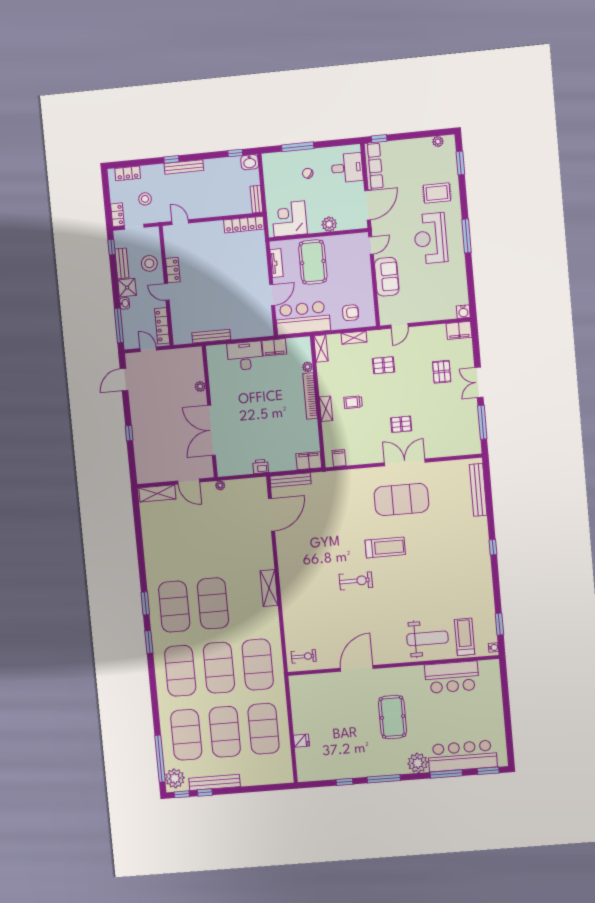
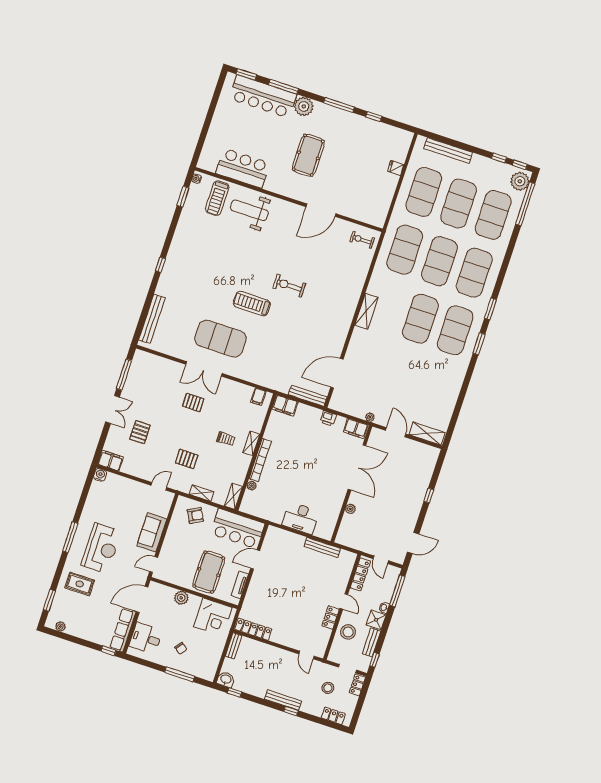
armchair: (351, 313) -> (195, 515), turned 152
filing cabinet: (274, 347) -> (356, 428), moved, turned 180
bench: (215, 782) -> (448, 151), moved

